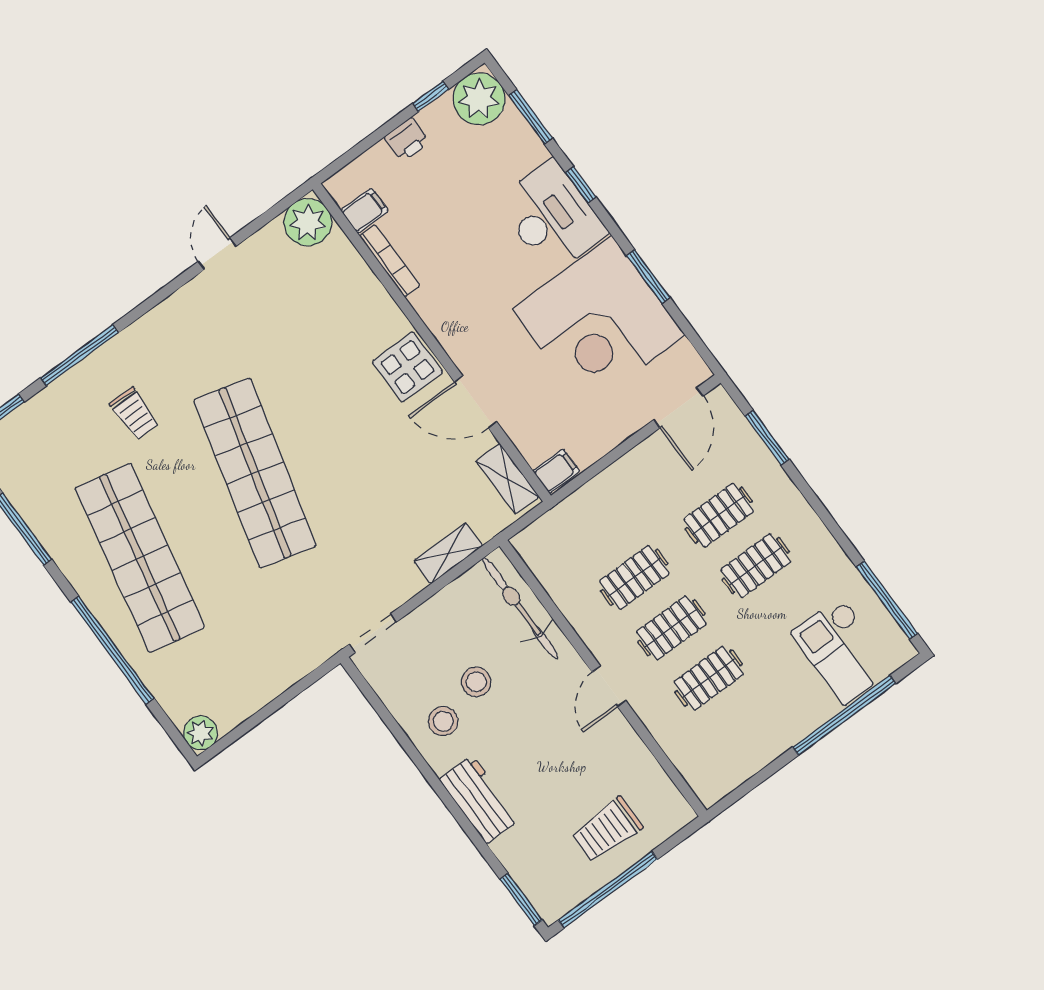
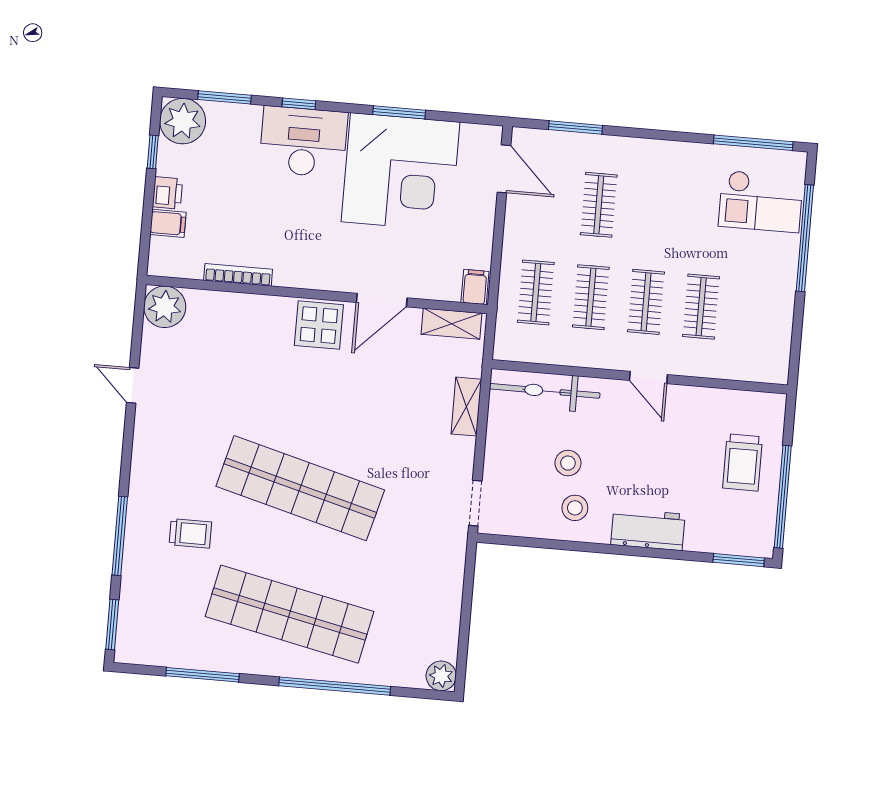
filing cabinet: (365, 211) -> (168, 223), moved, turned 90
clothes rail: (756, 566) -> (536, 292), moved

